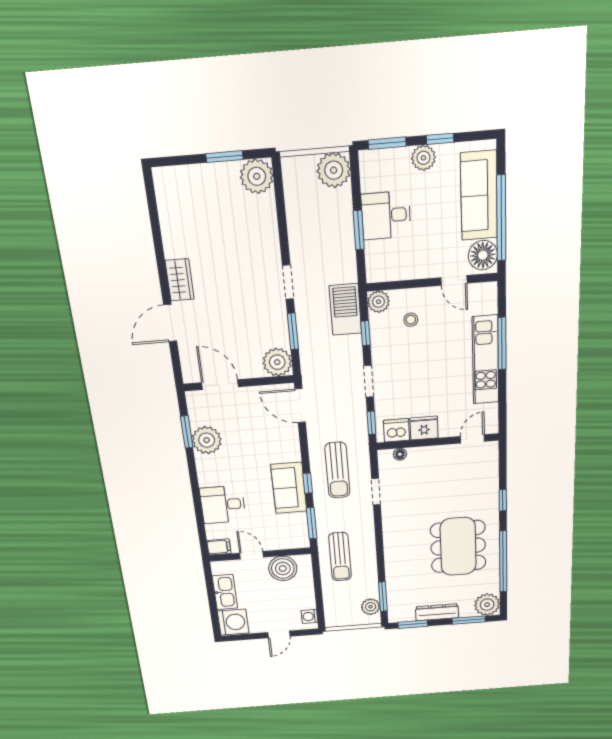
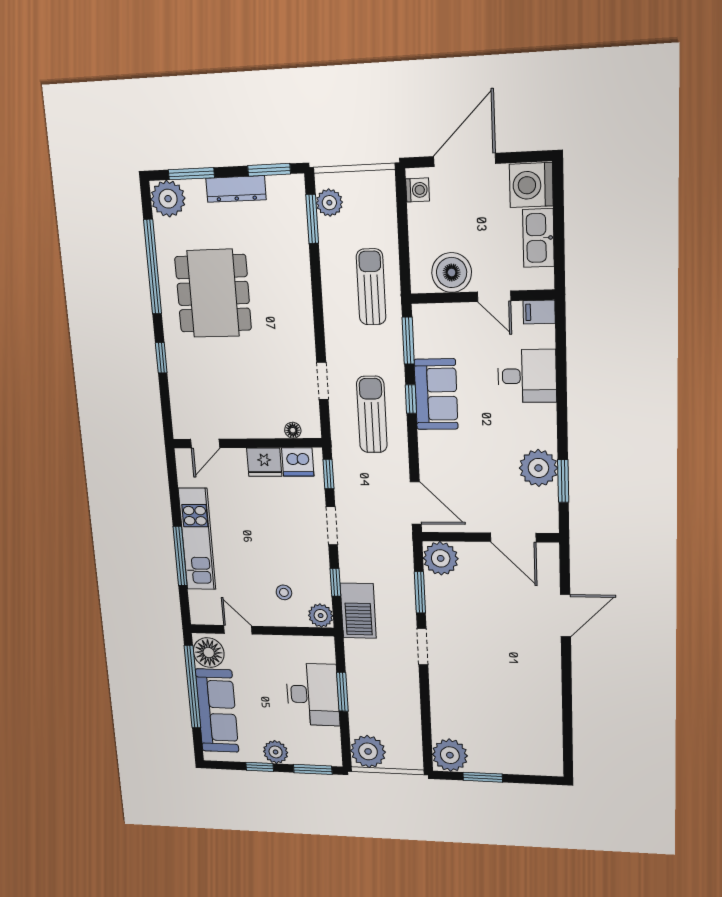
desk: (386, 215) -> (313, 694), width x1.37
wardrobe: (180, 280) -> (548, 662), removed
door: (279, 634) -> (464, 160), width x1.87

